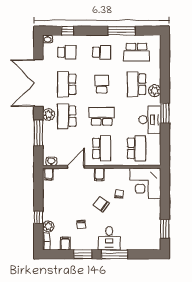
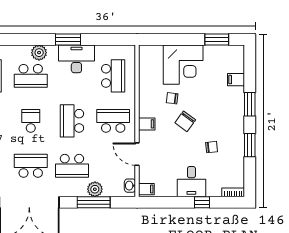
school desk: (67, 84) -> (31, 166), turned 180
school desk: (102, 84) -> (31, 121), turned 90
plant: (49, 115) -> (95, 189), moved
school desk: (137, 148) -> (113, 76), turned 90
corner desk: (145, 183) -> (183, 65), moved
plant: (48, 226) -> (214, 190), removed
desk: (109, 238) -> (191, 182), moved, turned 90
filing cabinet: (65, 244) -> (236, 80), moved
window: (115, 254) -> (250, 104), width x0.69

